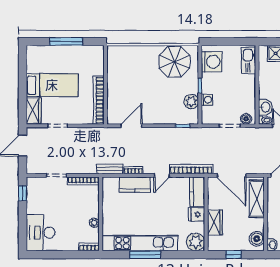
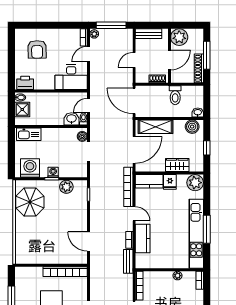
washing machine: (207, 100) -> (53, 172), moved

